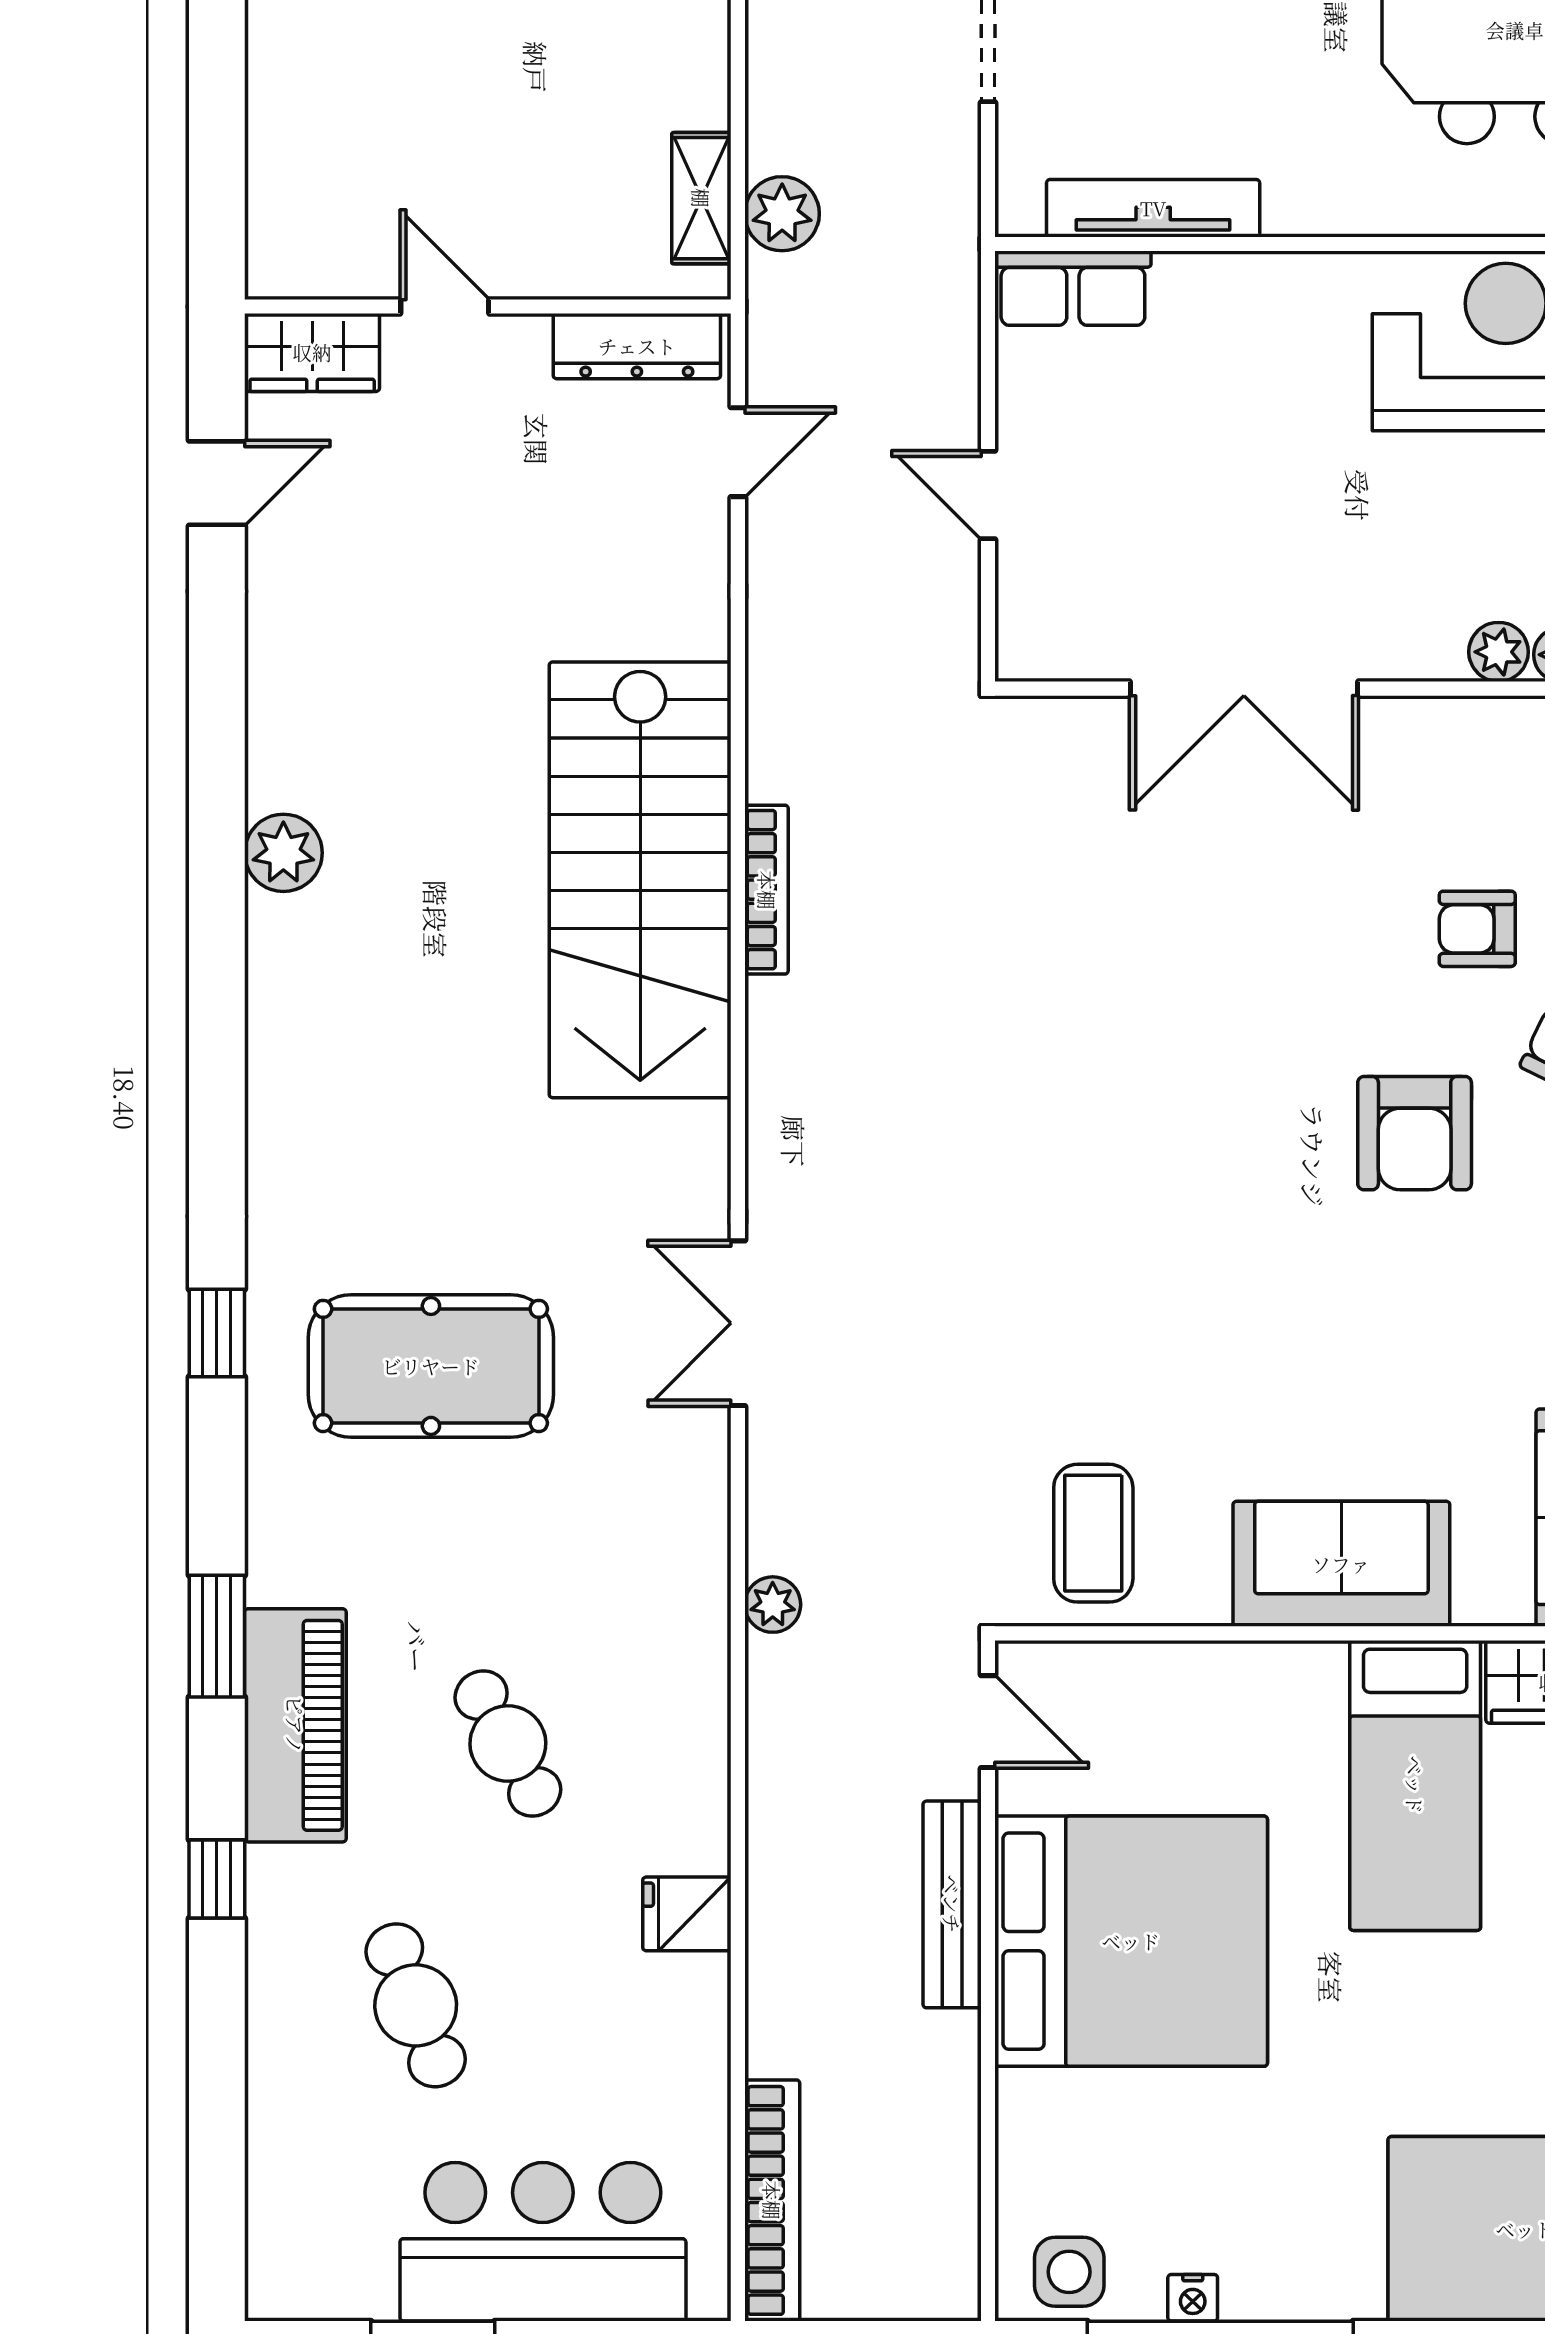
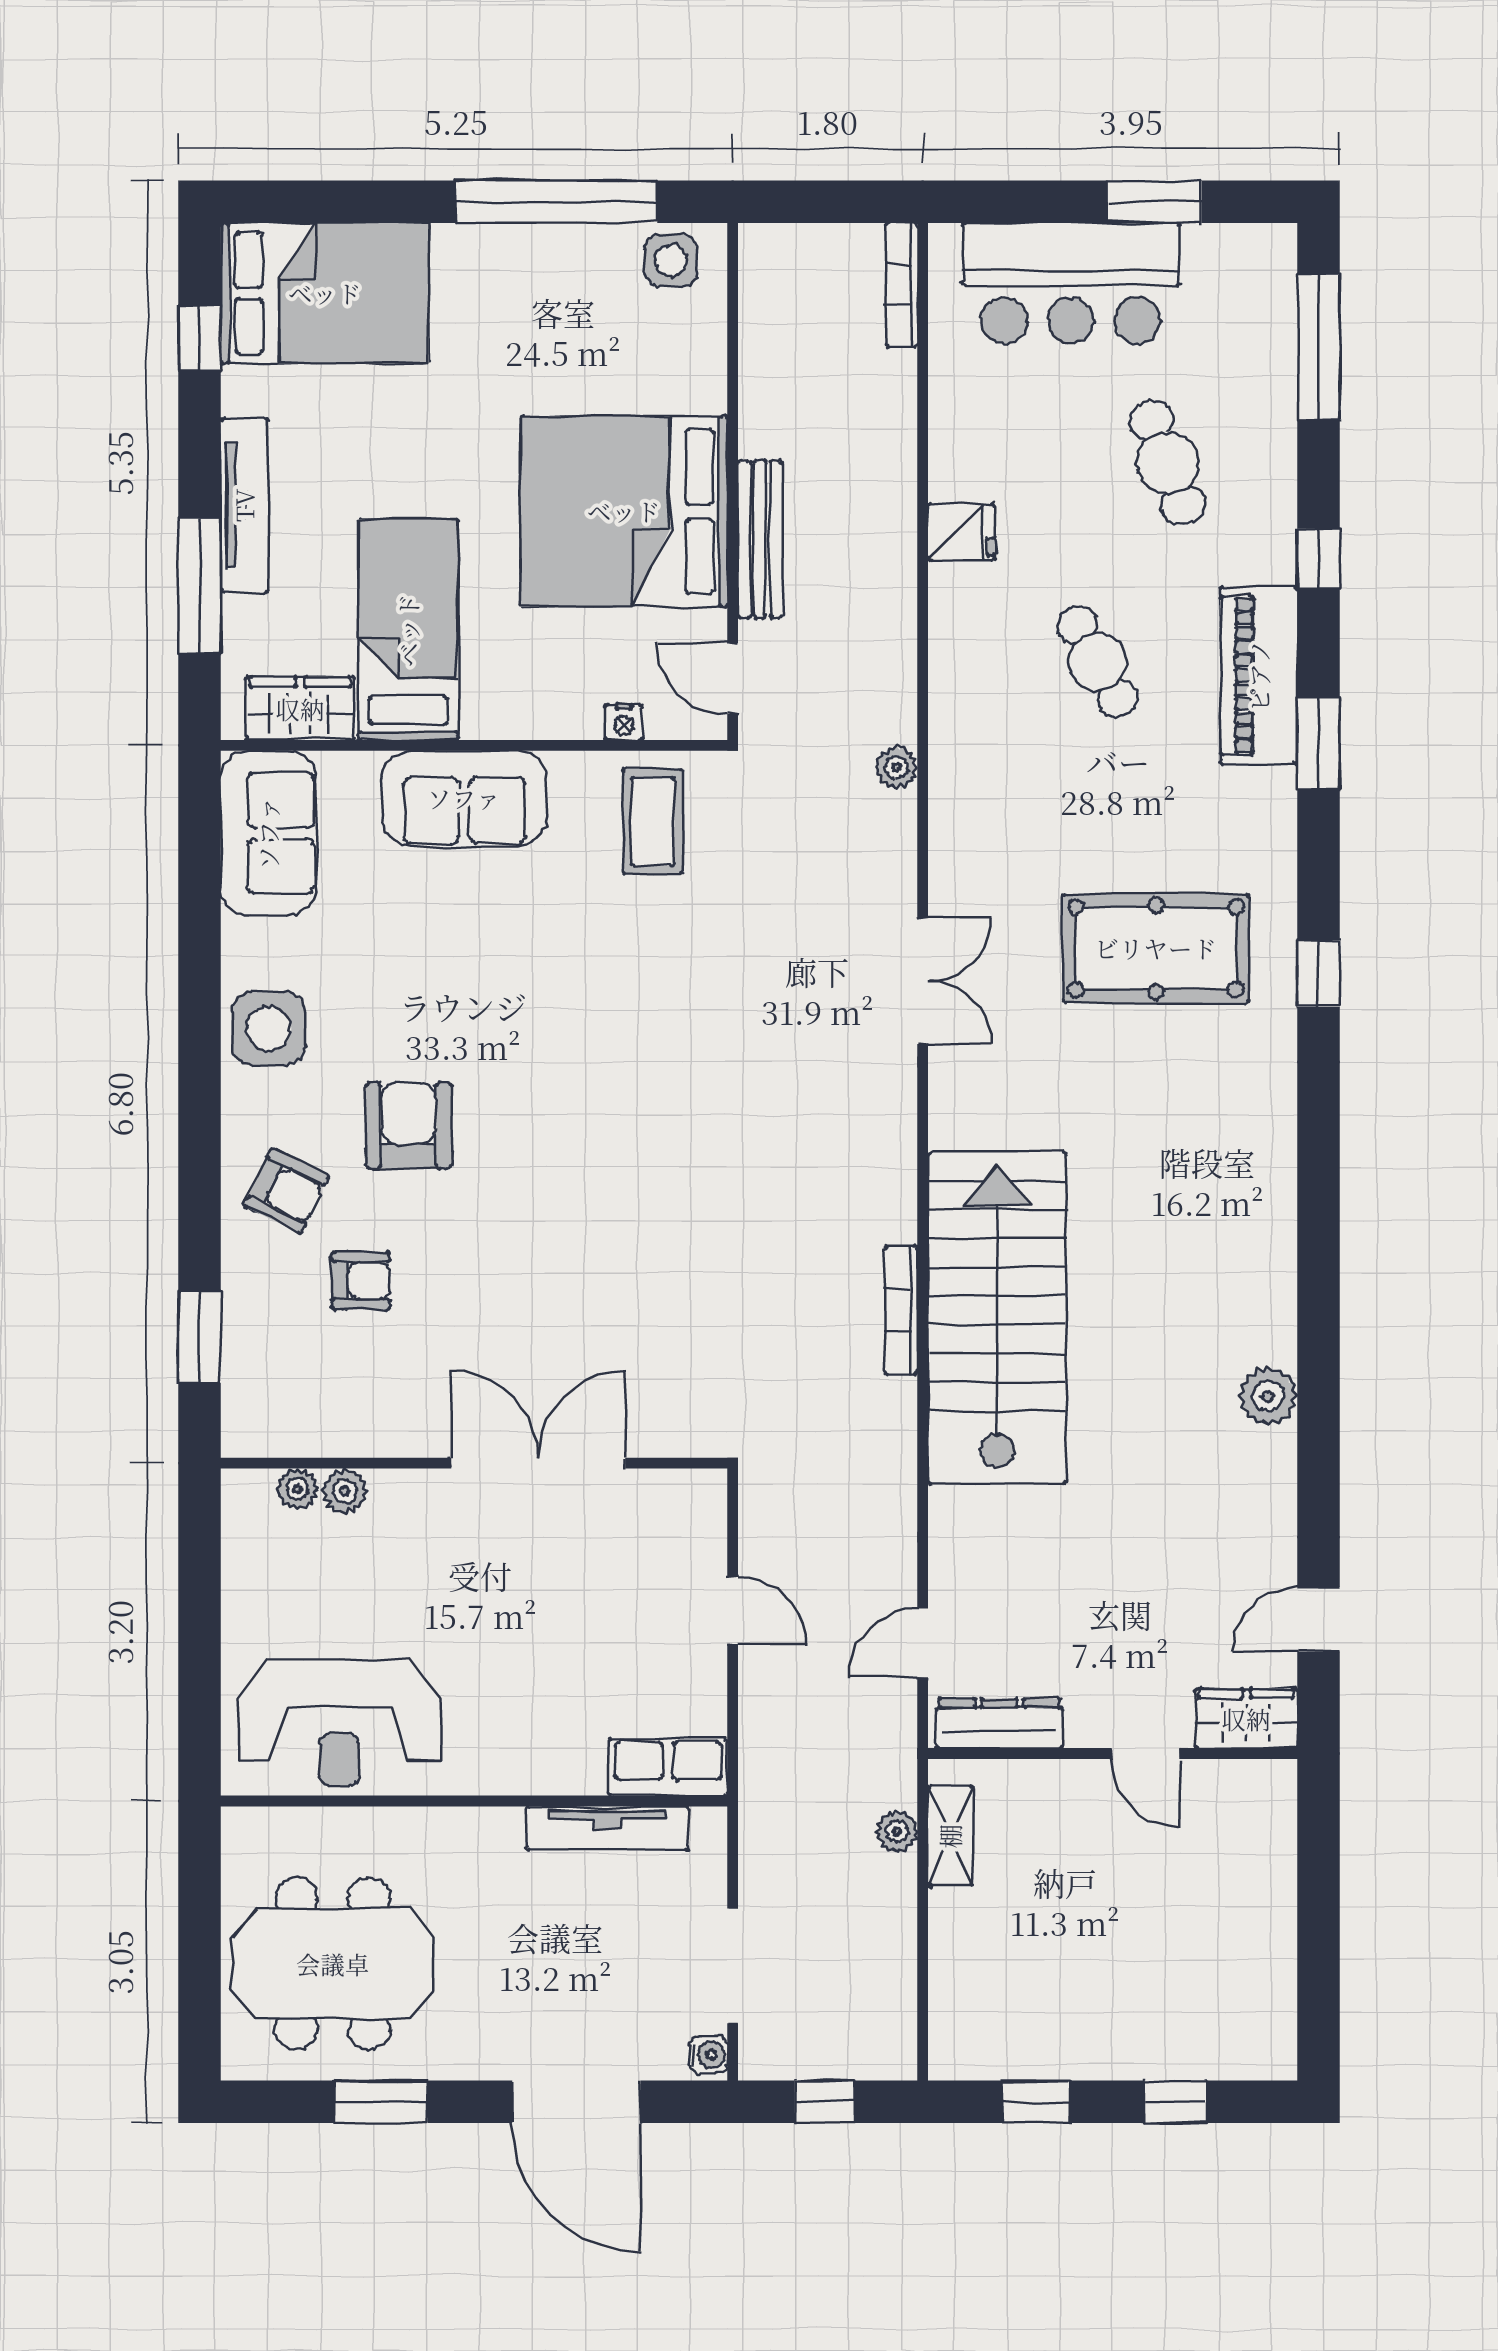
plant: (782, 214) -> (897, 1832), width x0.73, depth x0.73
plant: (283, 853) -> (1268, 1396), moved
window: (217, 2158) -> (1319, 347), added
bookcase: (772, 2200) -> (902, 285), width x0.68, depth x0.76
nightstand: (1193, 2298) -> (624, 722), moved, turned 180

